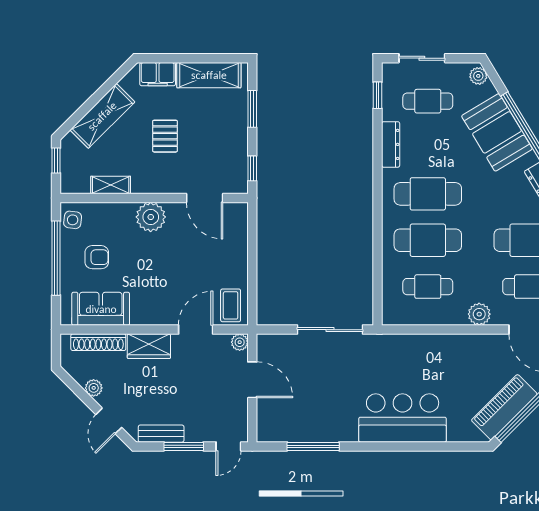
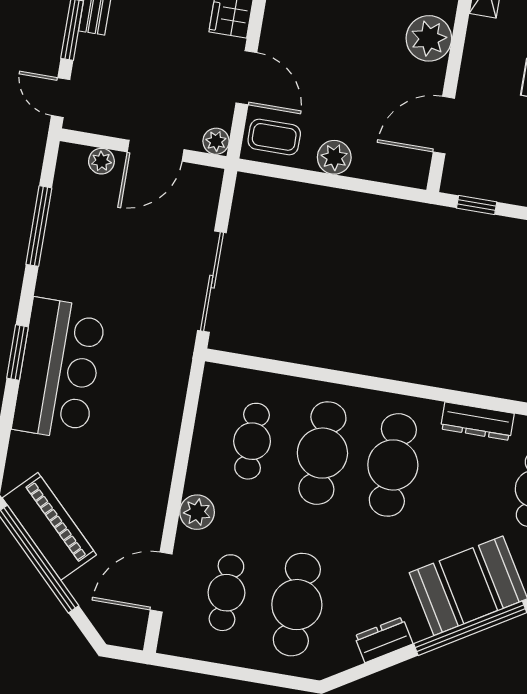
plant: (237, 265) -> (334, 157), added
plant: (265, 413) -> (101, 161), added
window: (396, 446) -> (17, 353), added

